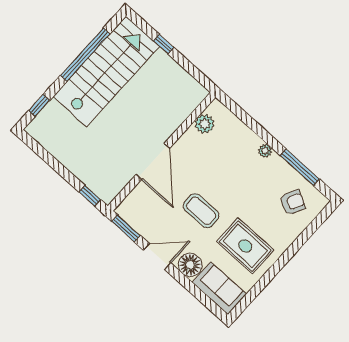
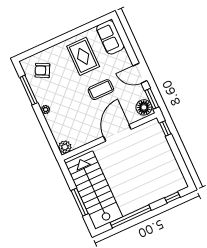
window: (163, 44) -> (80, 202), width x2.17
stairs: (106, 71) -> (94, 190), moved, turned 90
plant: (205, 124) -> (65, 147), moved
coffee table: (201, 211) -> (101, 90), turned 90
floor lamp: (190, 265) -> (144, 107), moved

